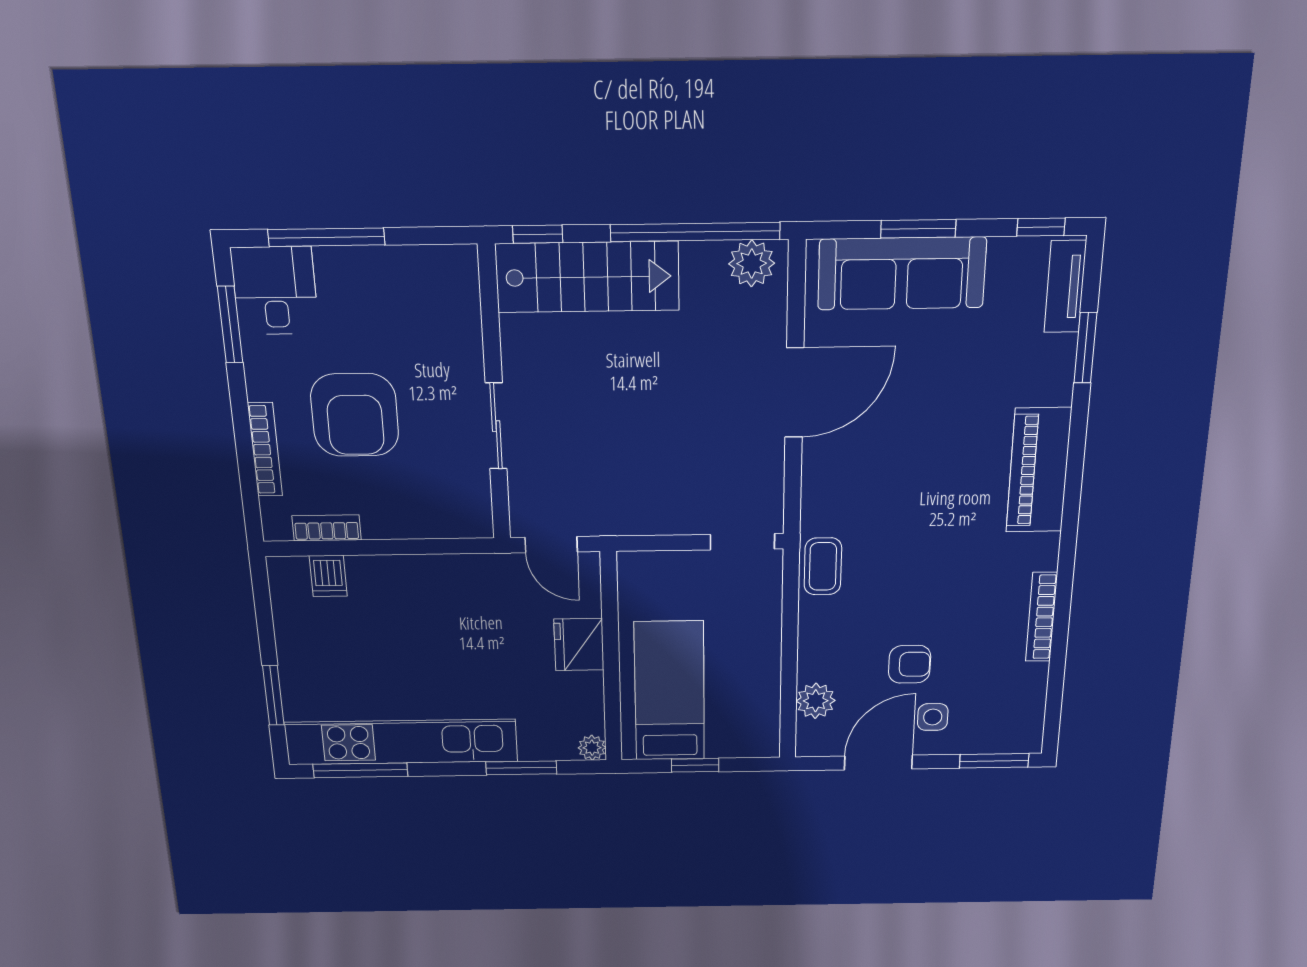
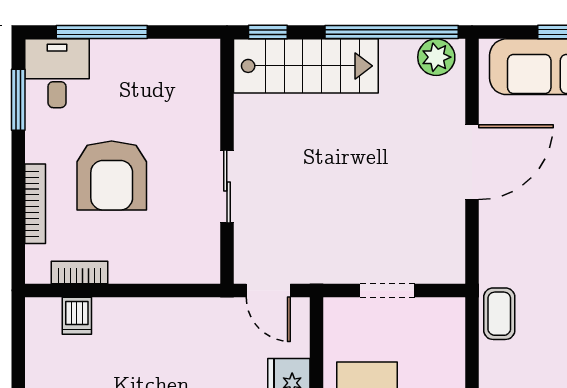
doorway: (742, 542) -> (387, 290), moved

